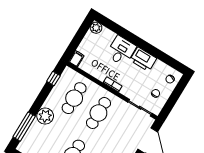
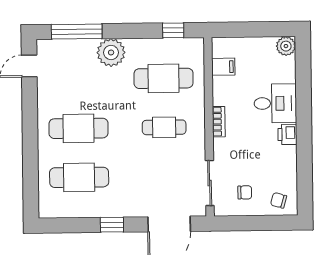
filing cabinet: (76, 59) -> (223, 67), moved
printer: (143, 59) -> (287, 134), width x0.53, depth x0.68
cafe table: (98, 113) -> (164, 127), width x0.73, depth x0.74

